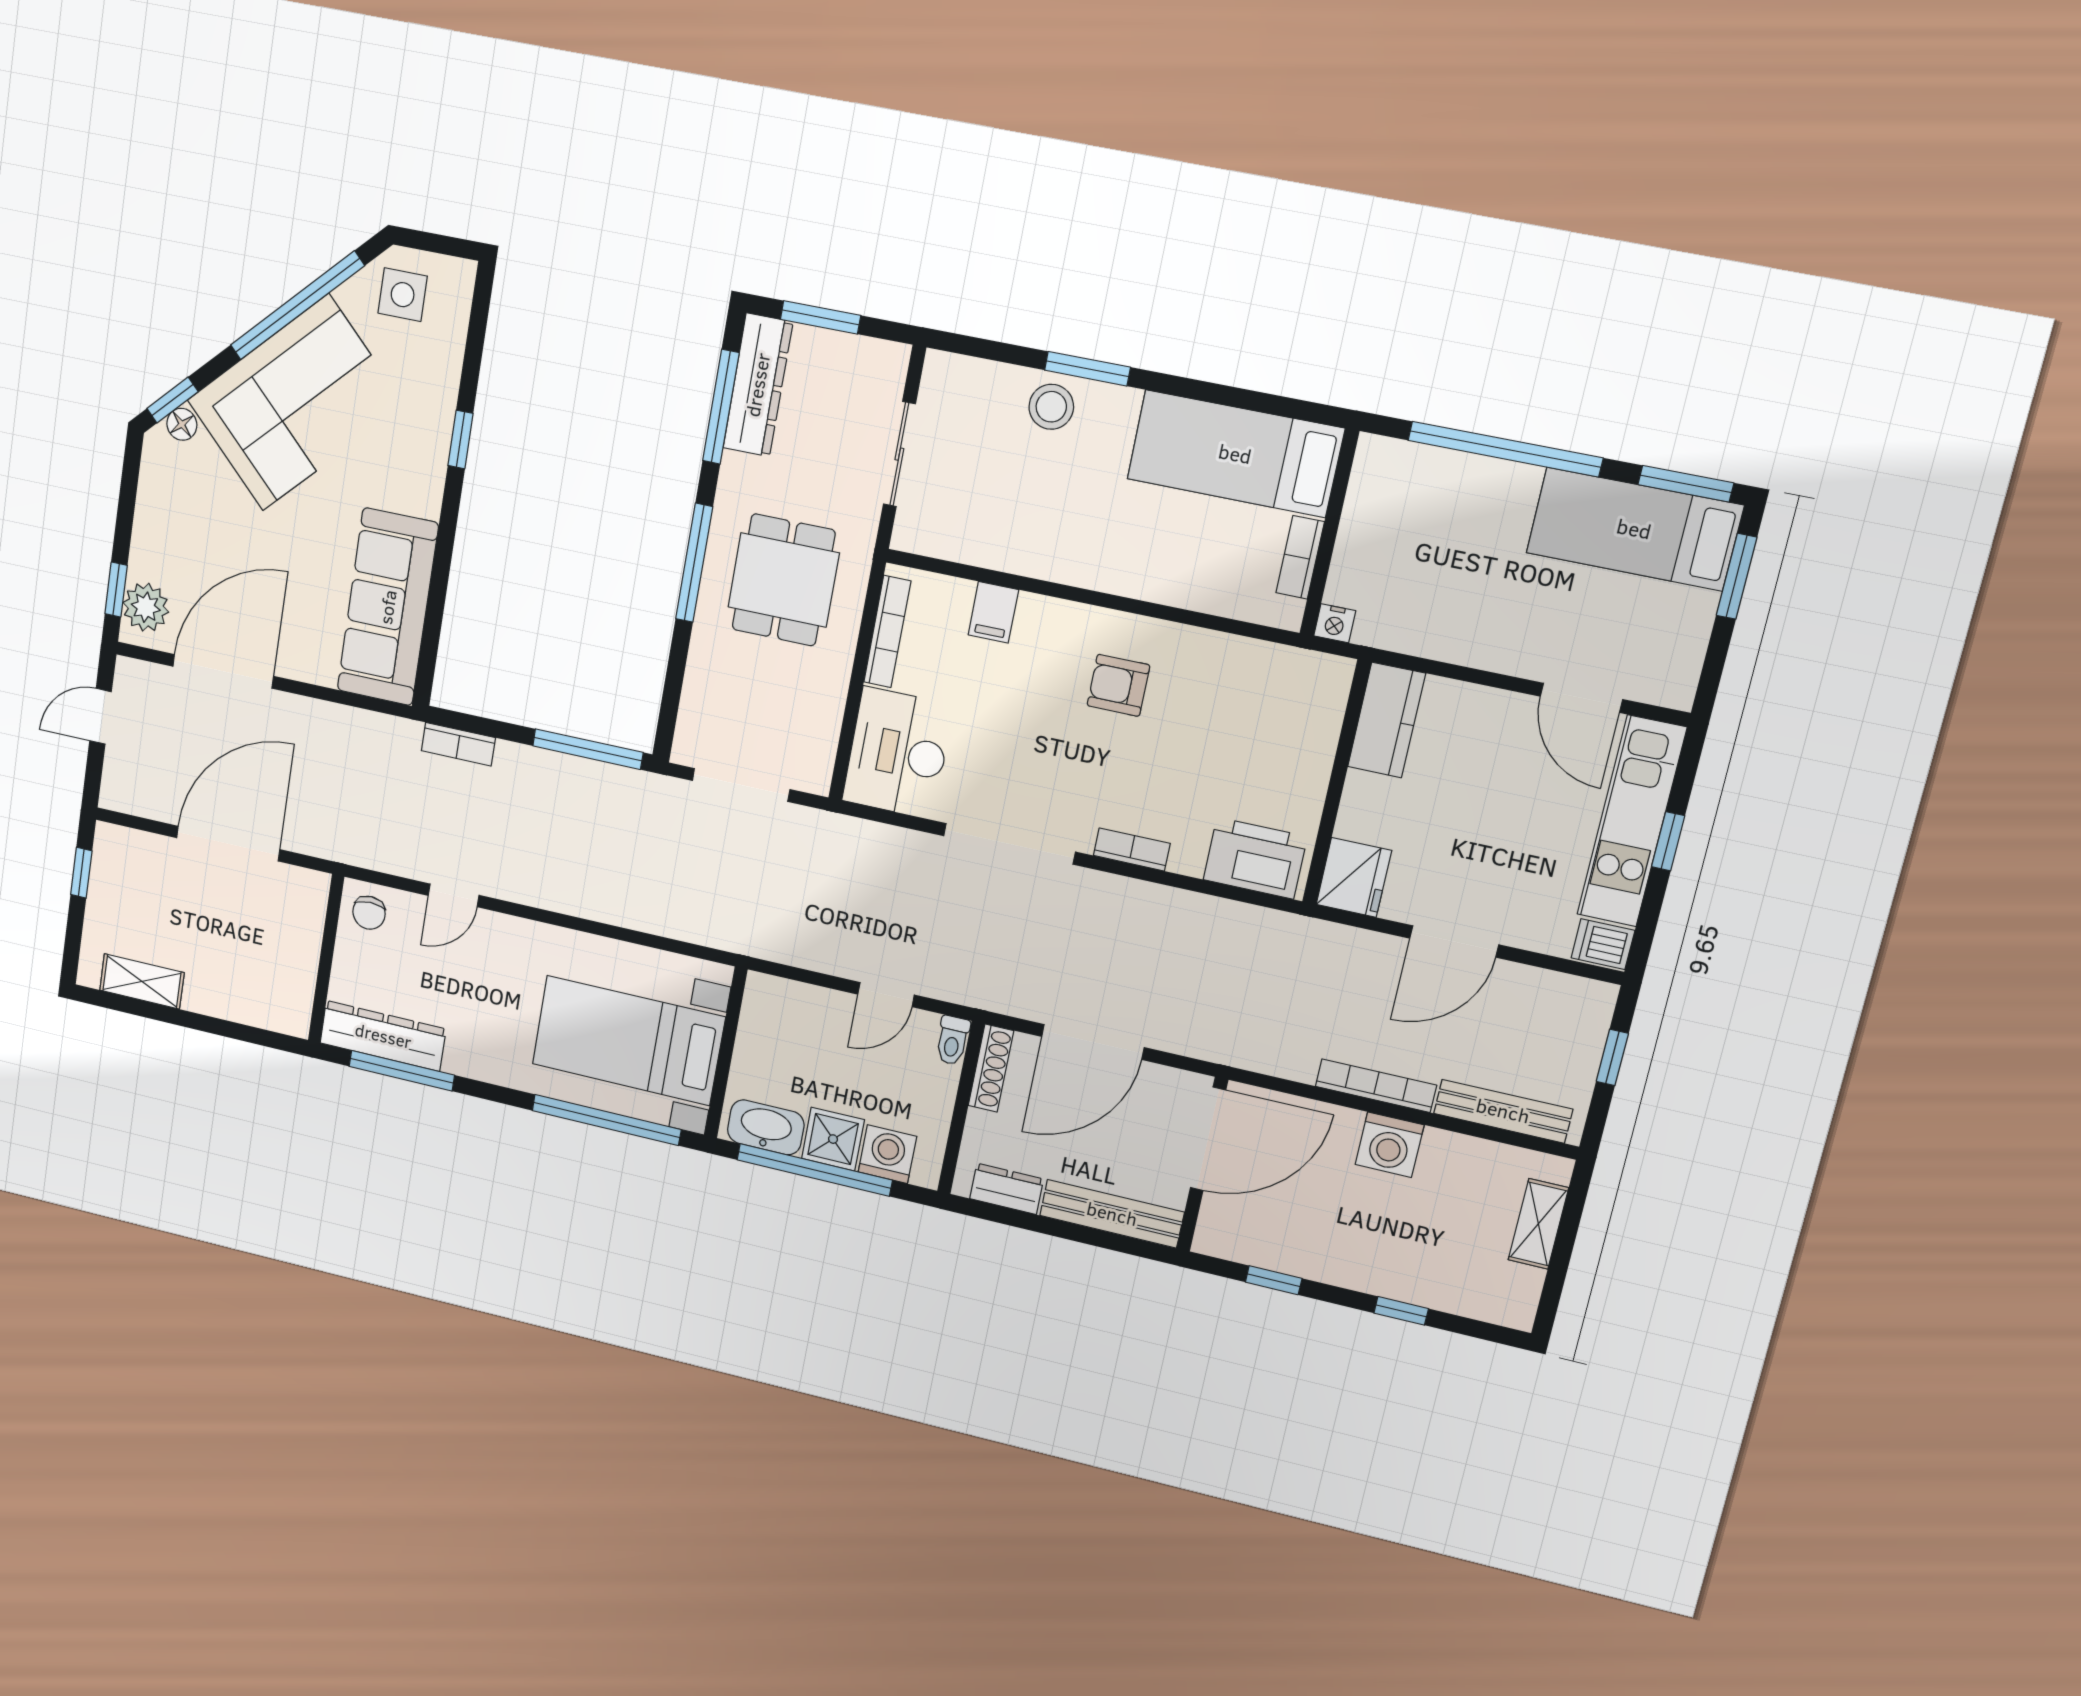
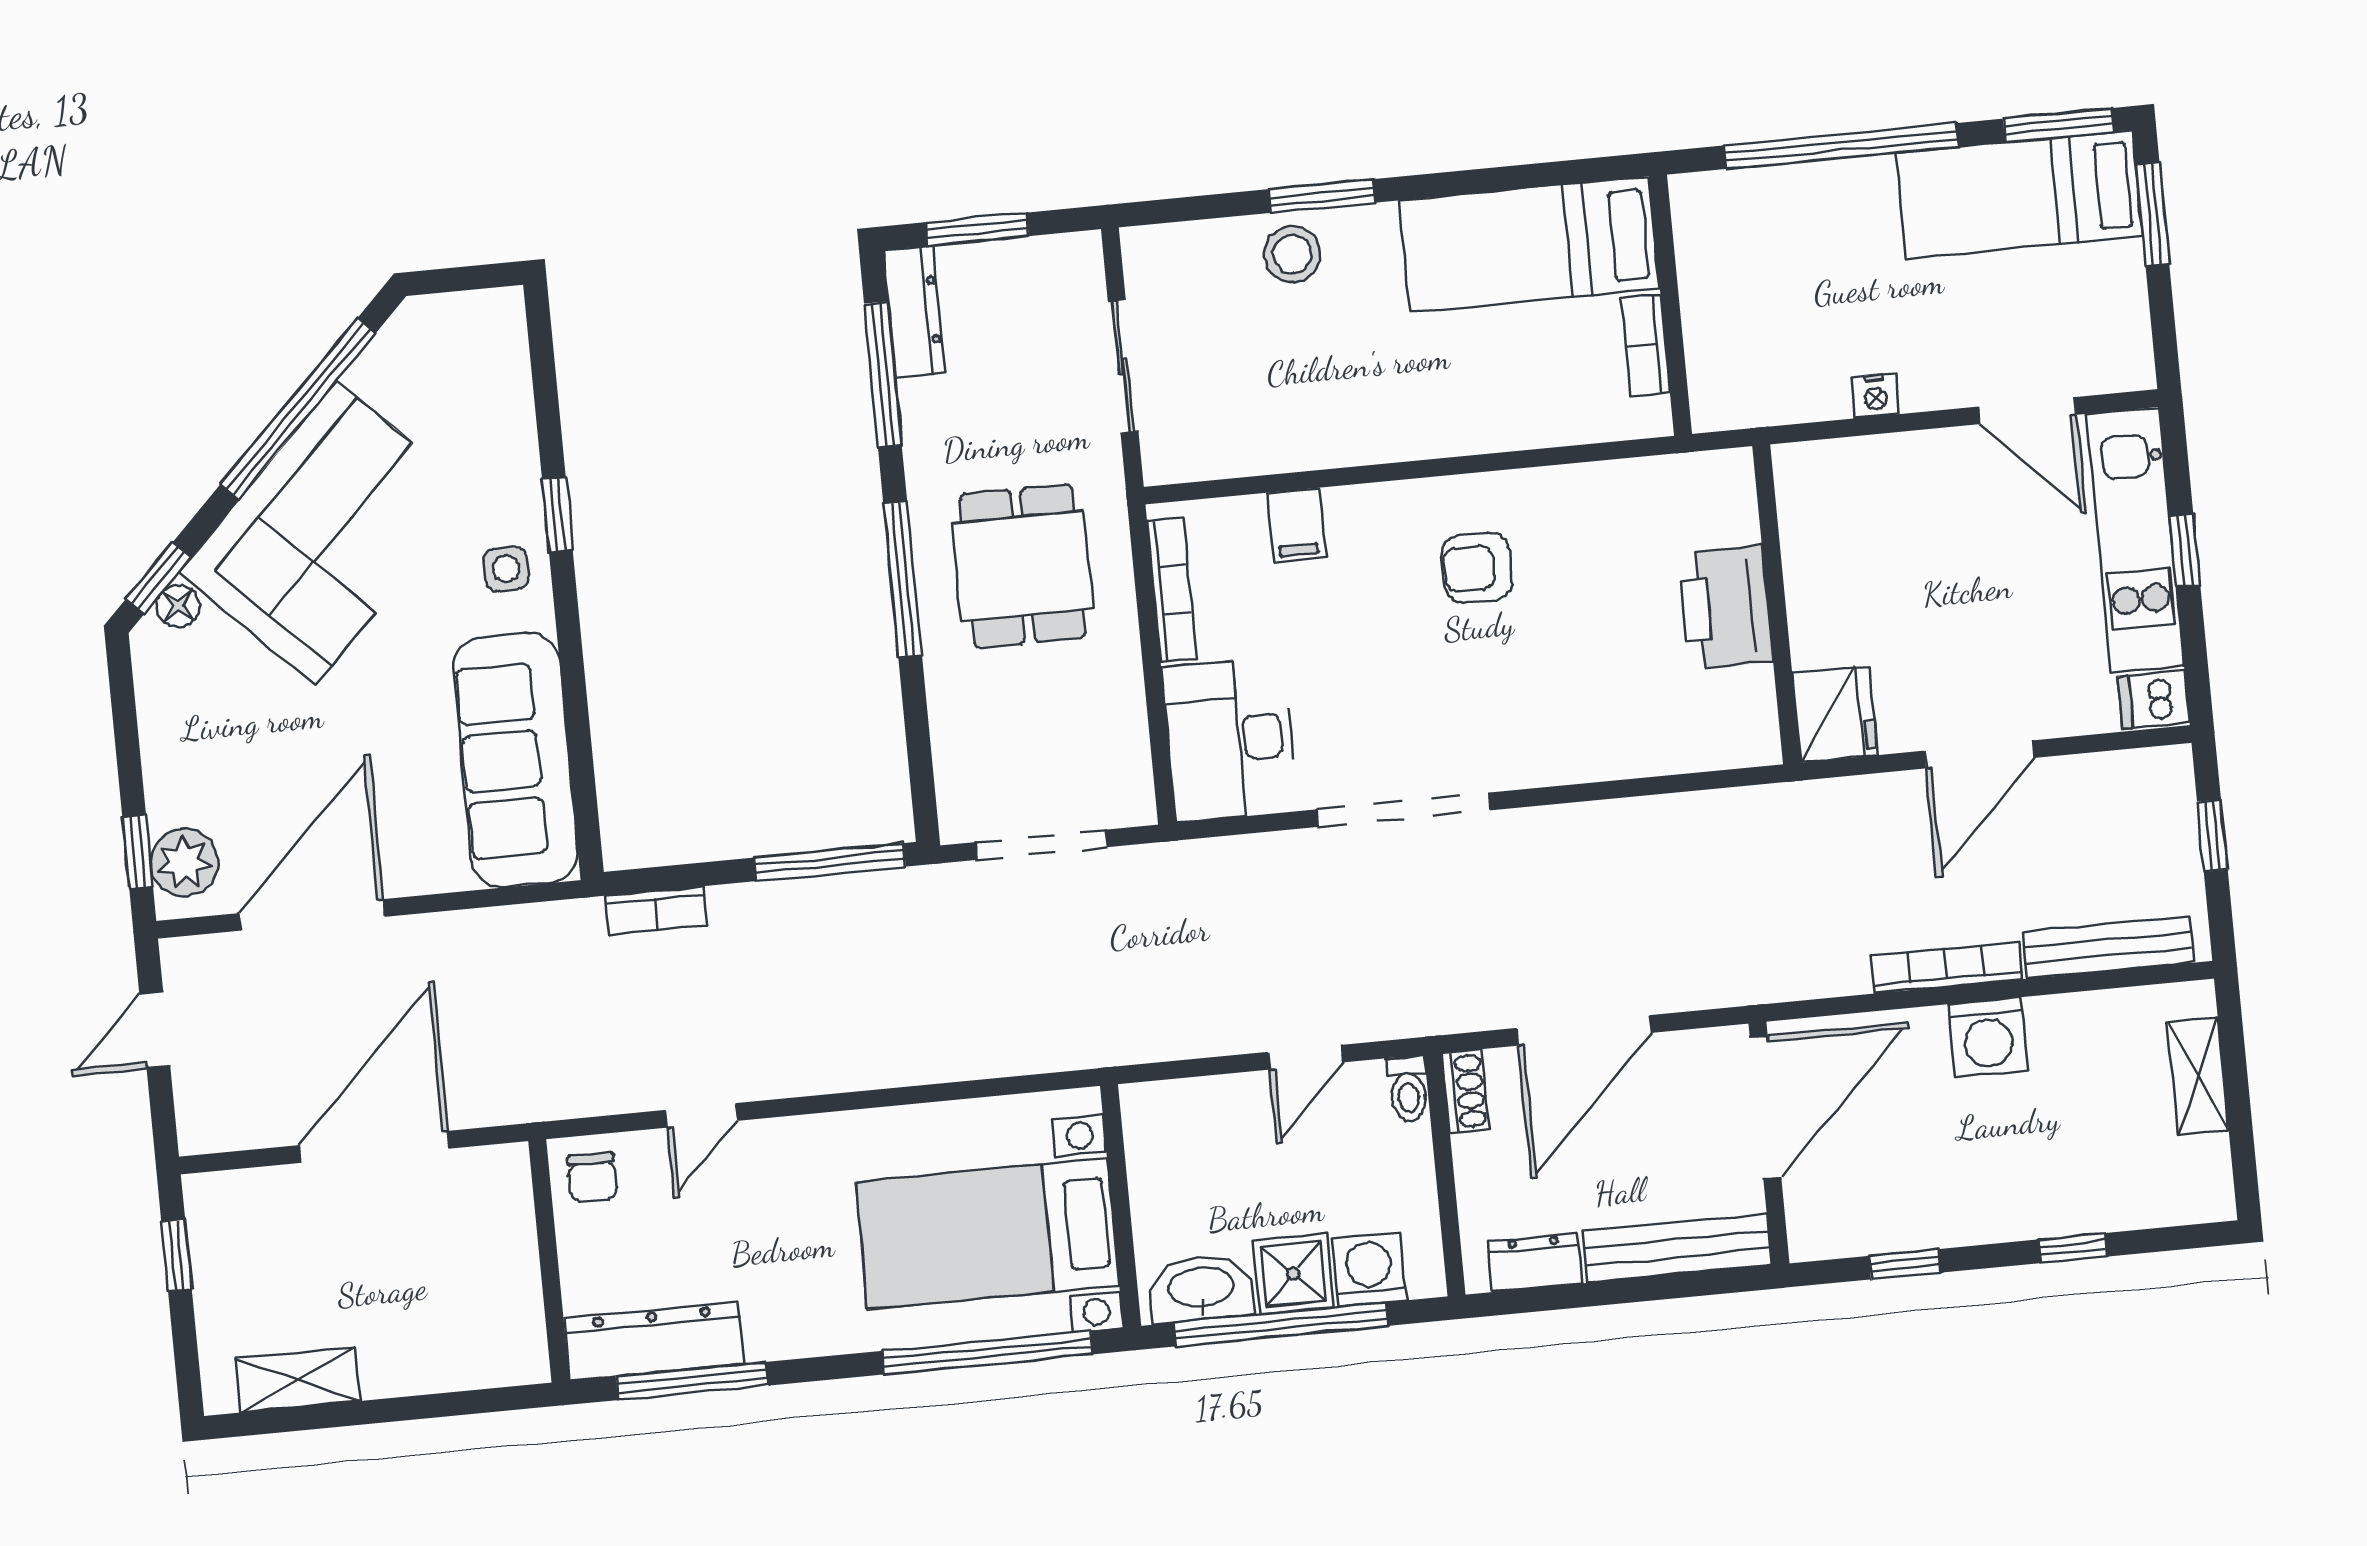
side table: (403, 295) -> (506, 569), moved, width x0.73, depth x0.73
dresser: (758, 385) -> (914, 311), width x0.73, depth x0.80
nightstand: (1335, 623) -> (1875, 395), moved
kitchen counter: (1387, 720) -> (1811, 509), removed
bookcase: (1132, 849) -> (1556, 767), removed
printer: (1255, 858) -> (1726, 607), moved, turned -90
shoe rack: (991, 1068) -> (1465, 1091), width x0.70

